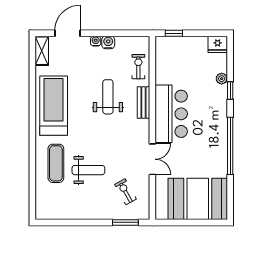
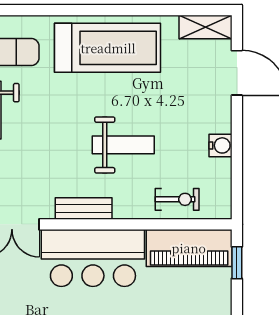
water cooler: (96, 41) -> (223, 123), removed
piano: (166, 60) -> (189, 248), added
bench: (144, 103) -> (84, 209), moved

